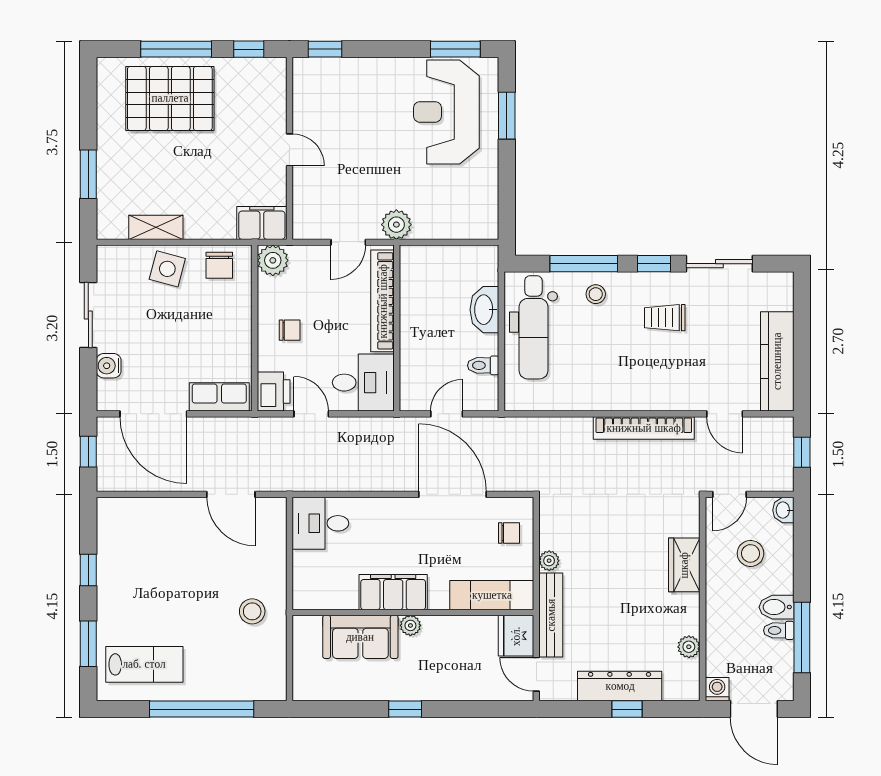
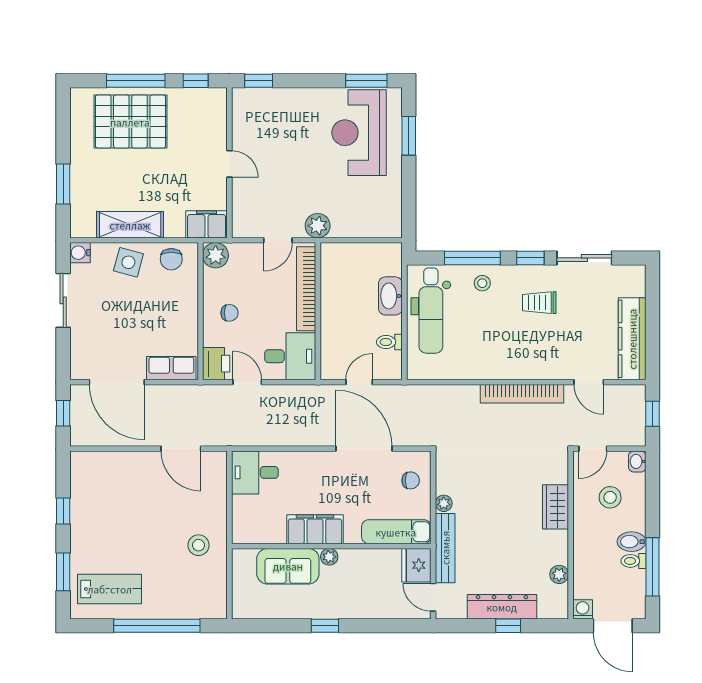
shelving: (156, 227) -> (130, 225), width x1.50, depth x1.33
water cooler: (109, 366) -> (80, 253), moved

